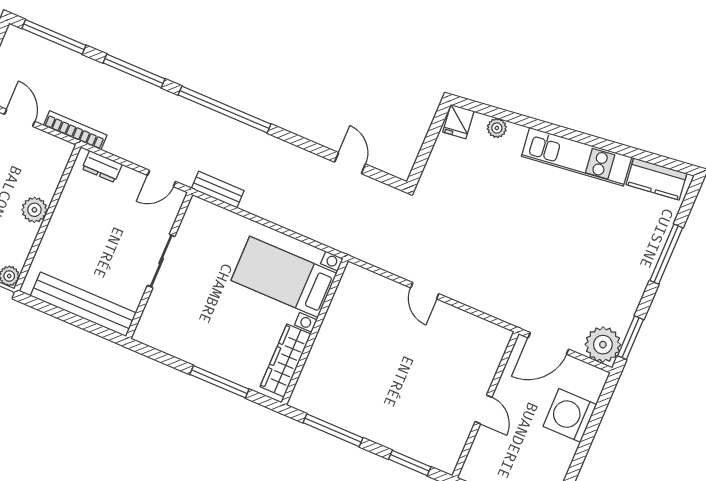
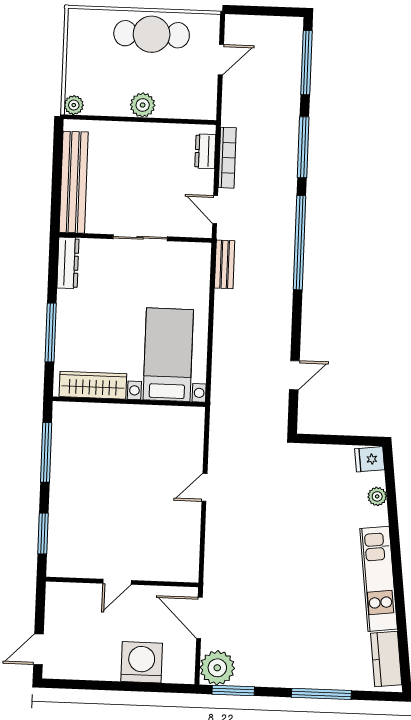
bookcase: (75, 130) -> (227, 158), moved
dresser: (159, 340) -> (68, 263), added

